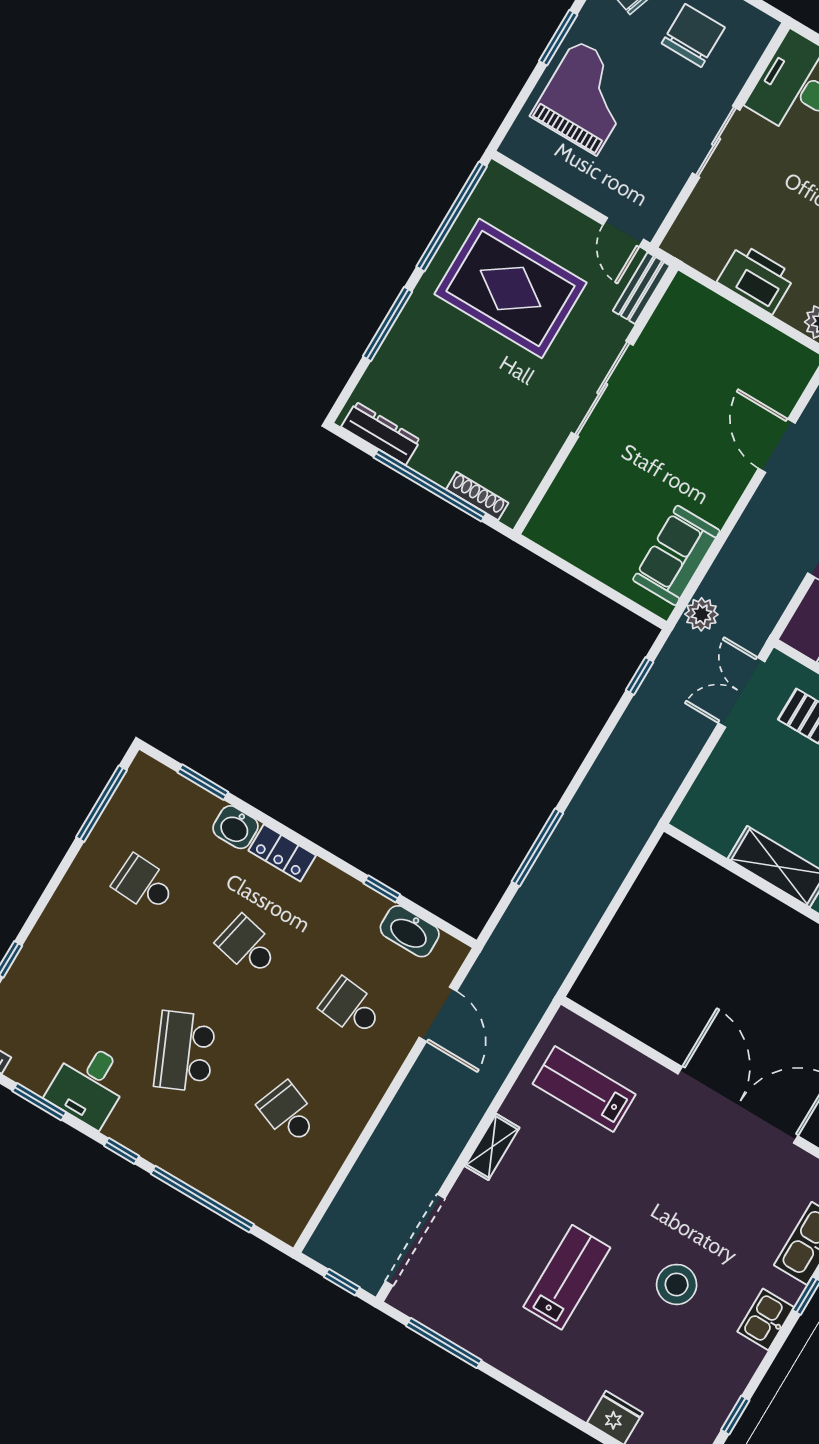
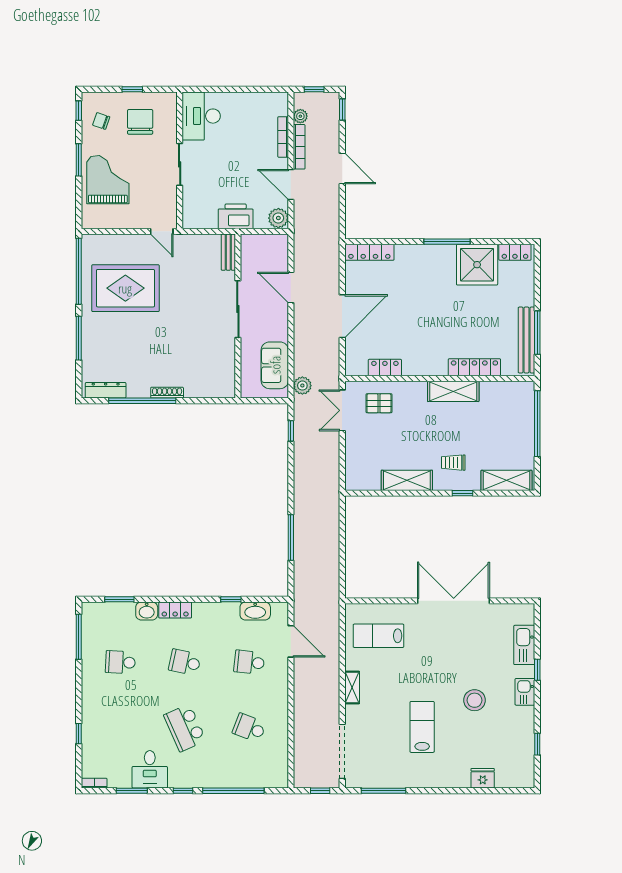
bench: (641, 288) -> (228, 252), moved
sliding door: (602, 389) -> (238, 309), moved
wall: (596, 400) -> (238, 316), moved

